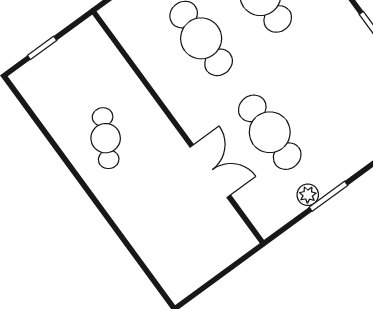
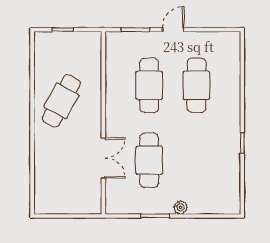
cafe table: (106, 138) -> (61, 101), width x1.37, depth x1.35
plant: (308, 195) -> (180, 207), moved

